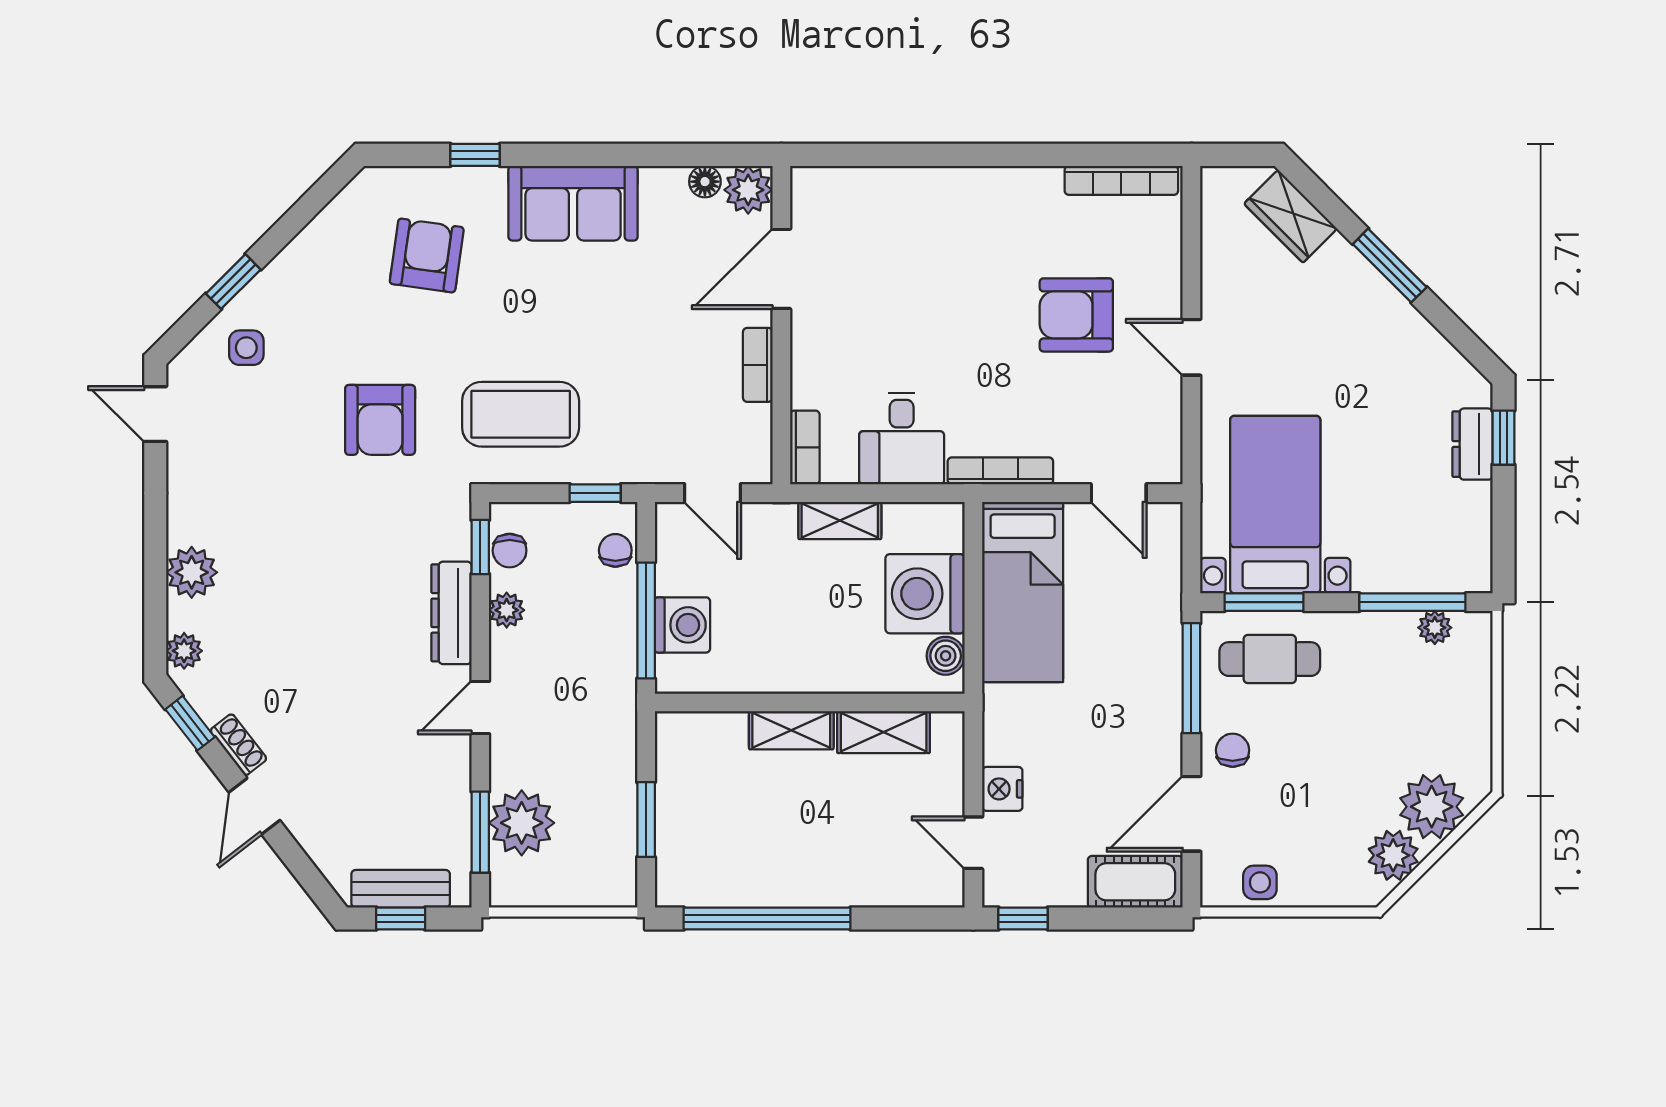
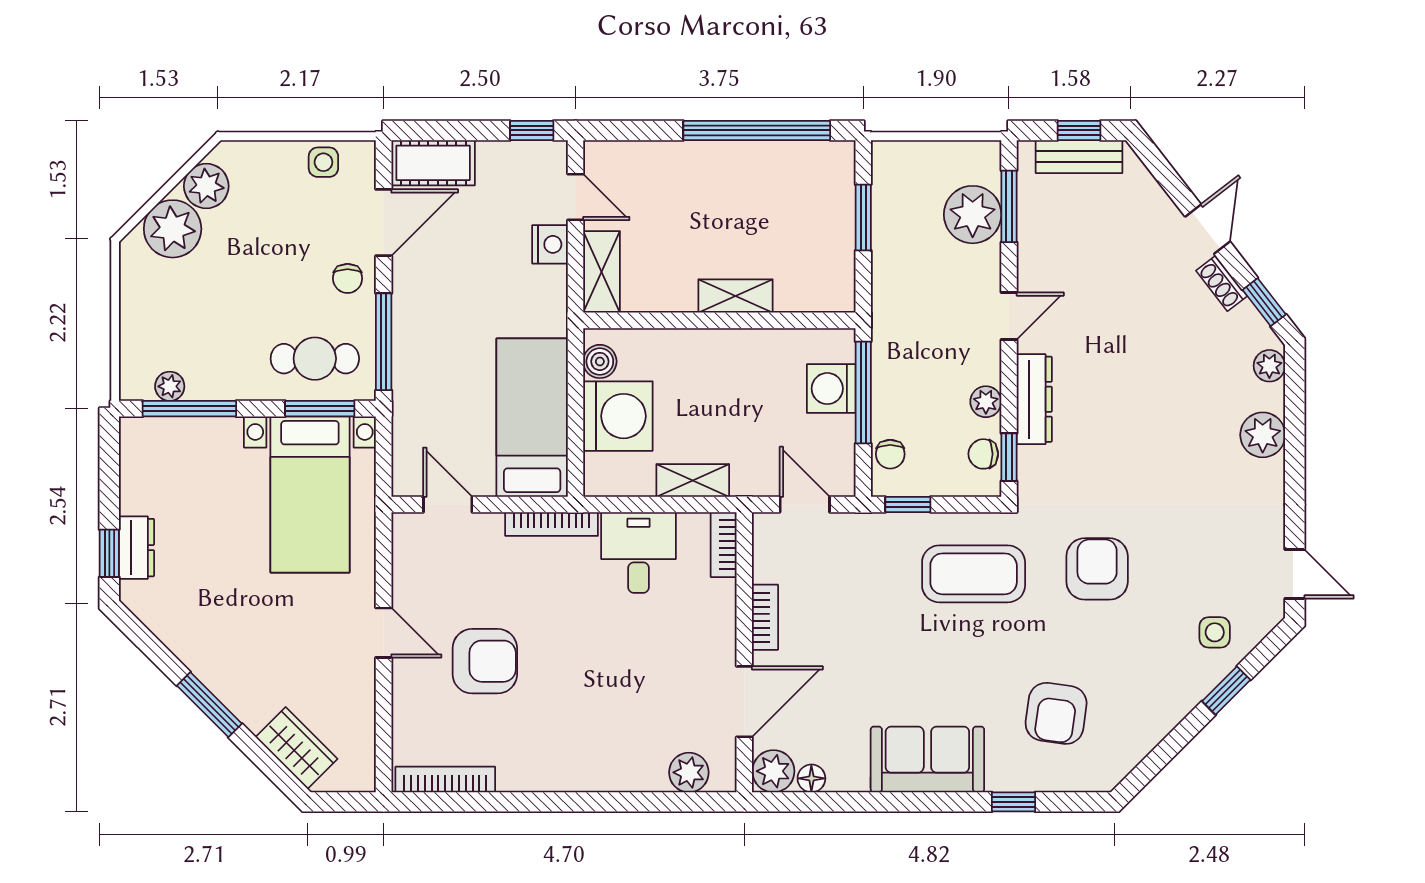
plant: (844, 188) -> (689, 772), added
chair: (510, 551) -> (983, 454), turned -90
shelving: (884, 732) -> (602, 272), moved, turned 90

